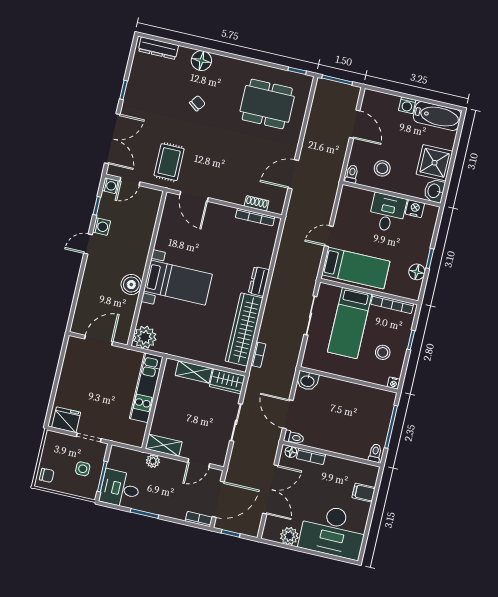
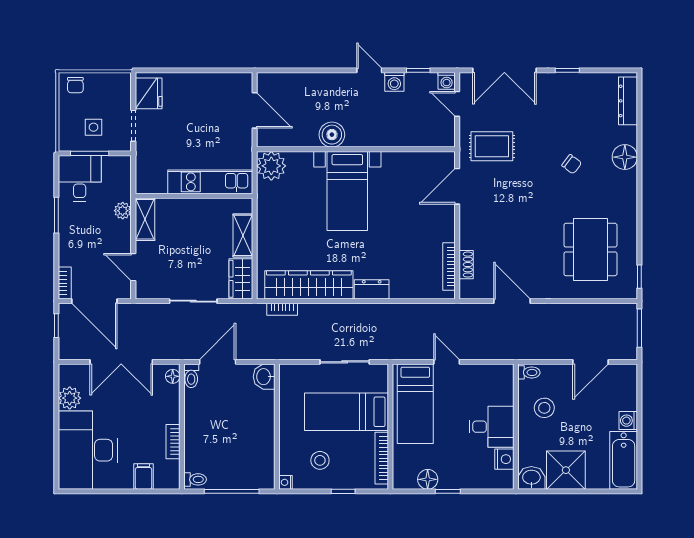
bookcase: (311, 456) -> (173, 442), moved

